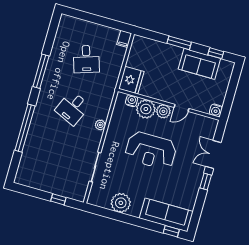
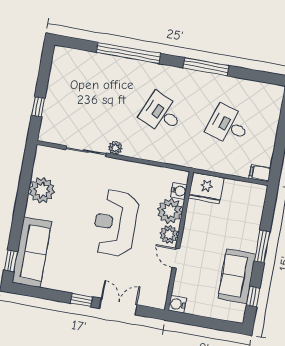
desk: (86, 59) -> (228, 125), turned 36
plant: (100, 125) -> (115, 148), moved

